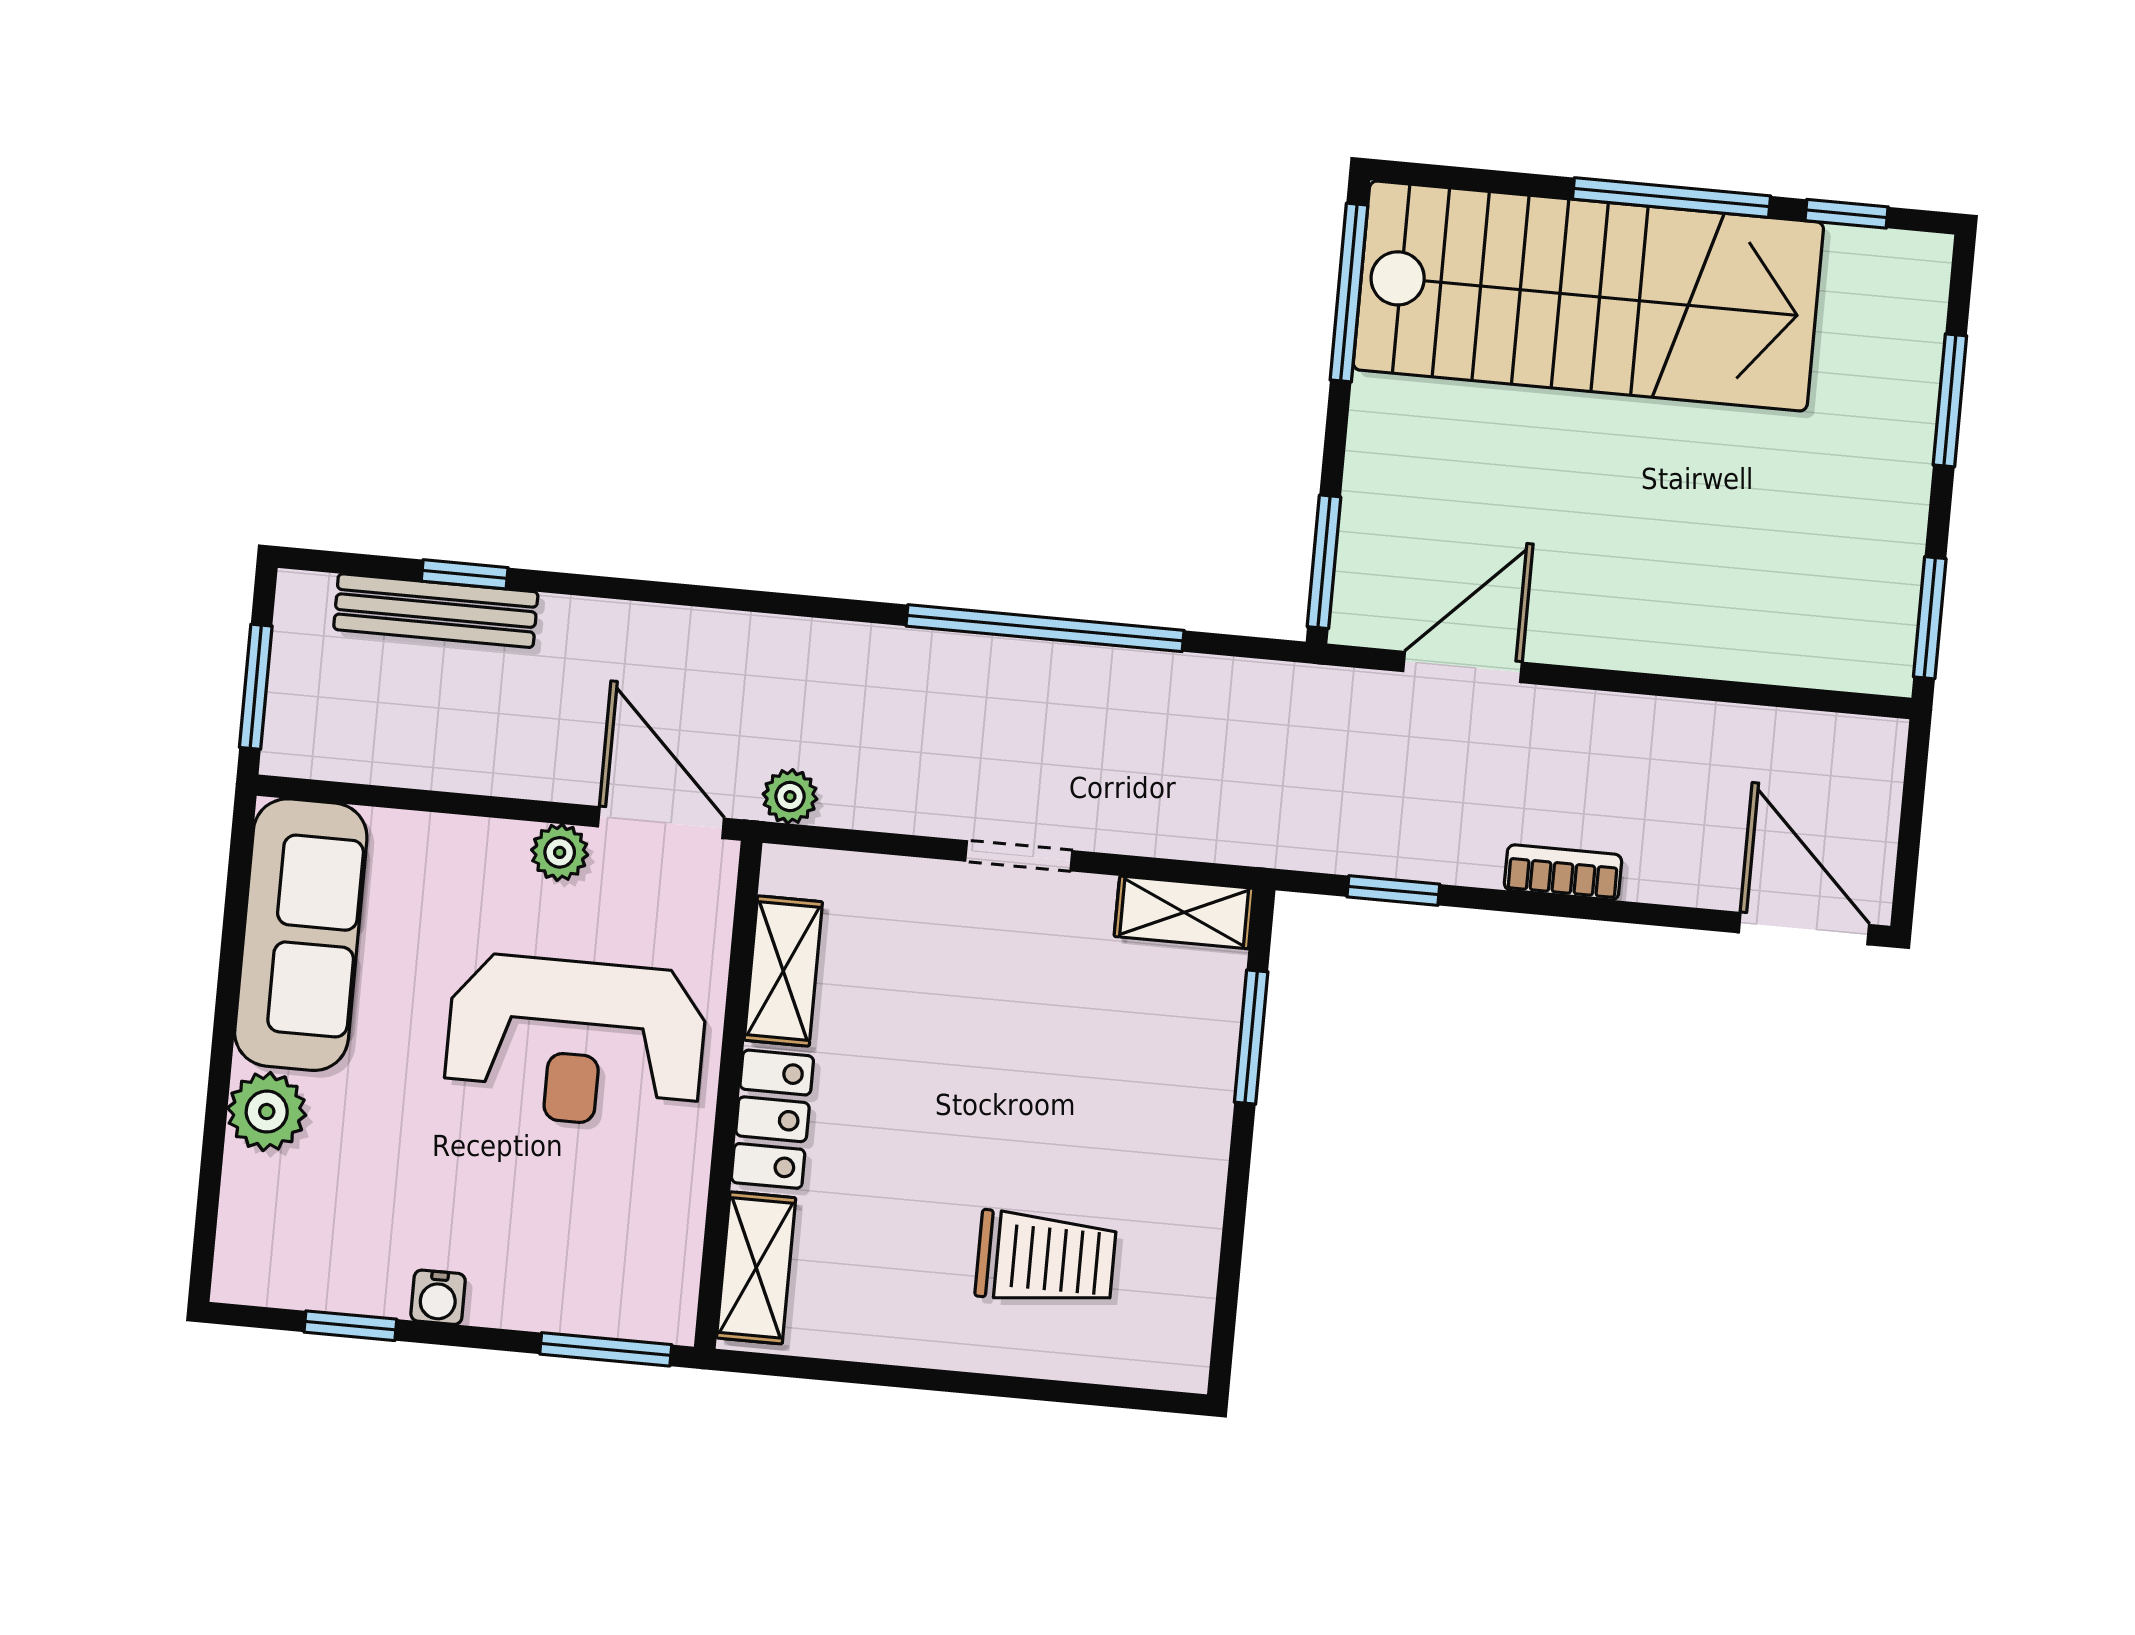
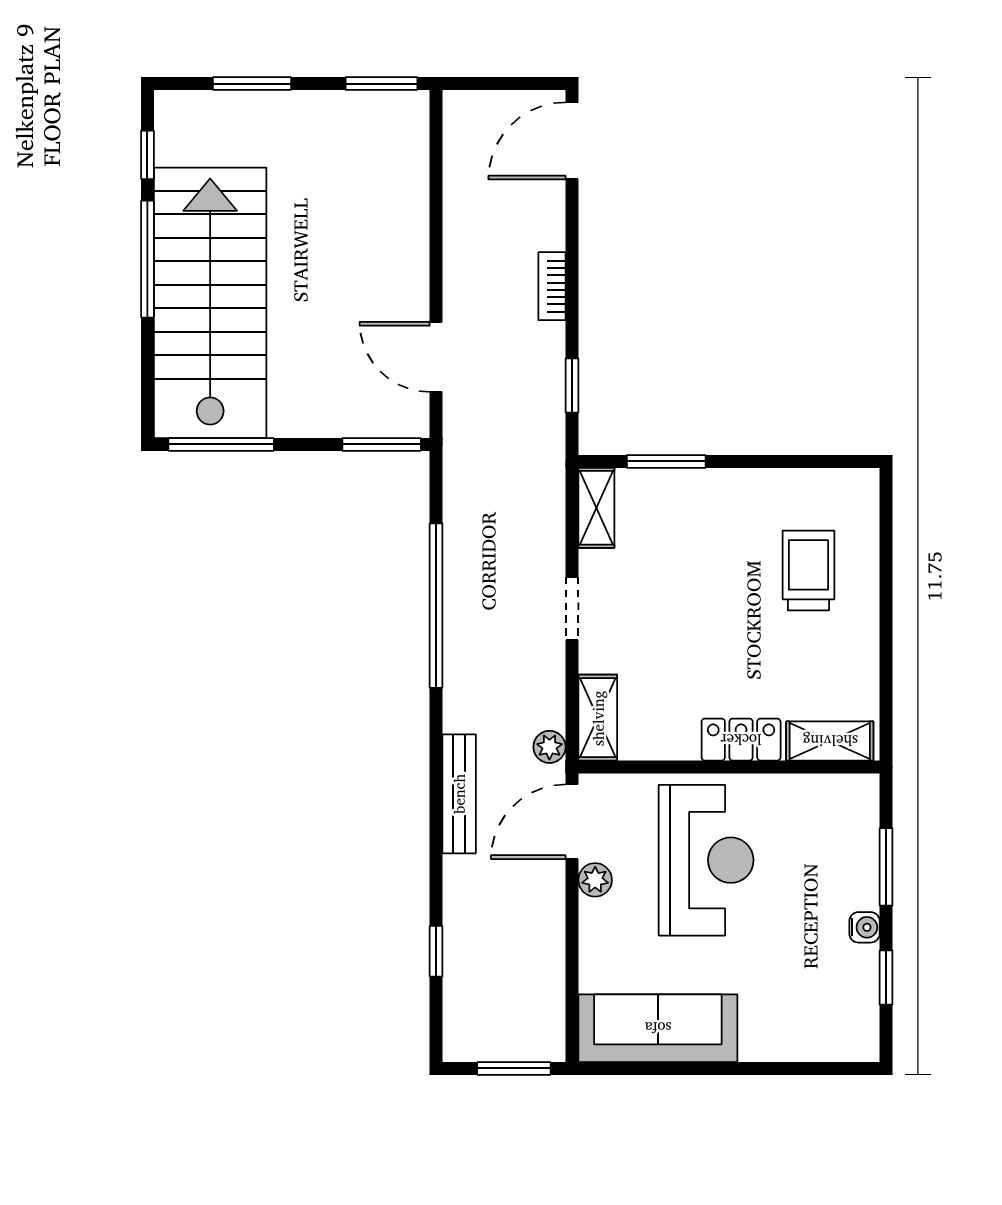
bench: (436, 611) -> (459, 794), moved
shelving: (783, 971) -> (598, 718), moved, turned 90
plant: (267, 1112) -> (764, 1039), removed
window: (606, 1349) -> (886, 867), moved

